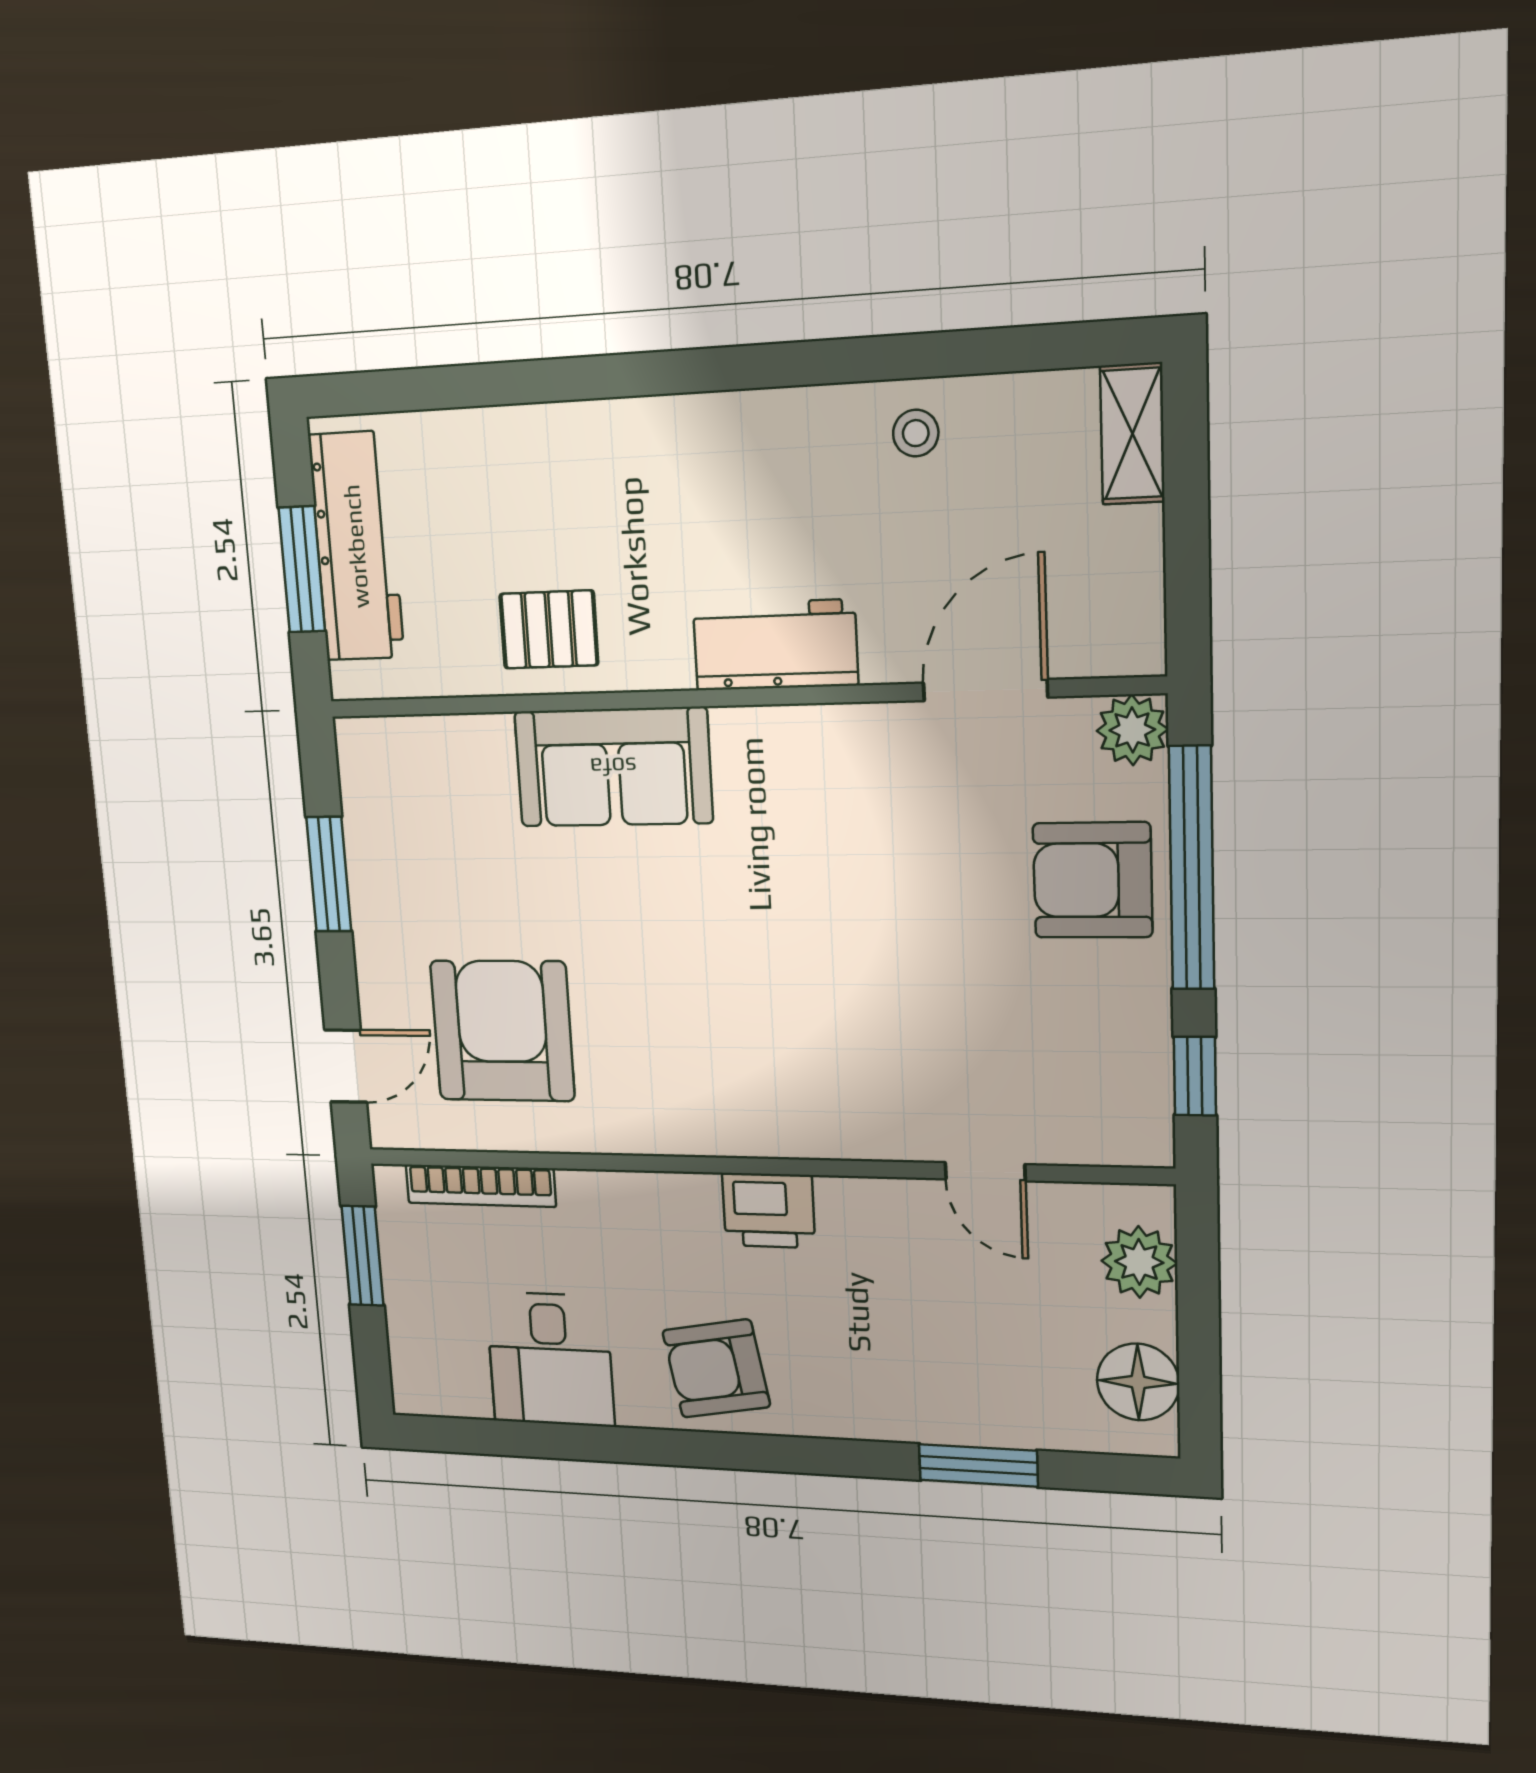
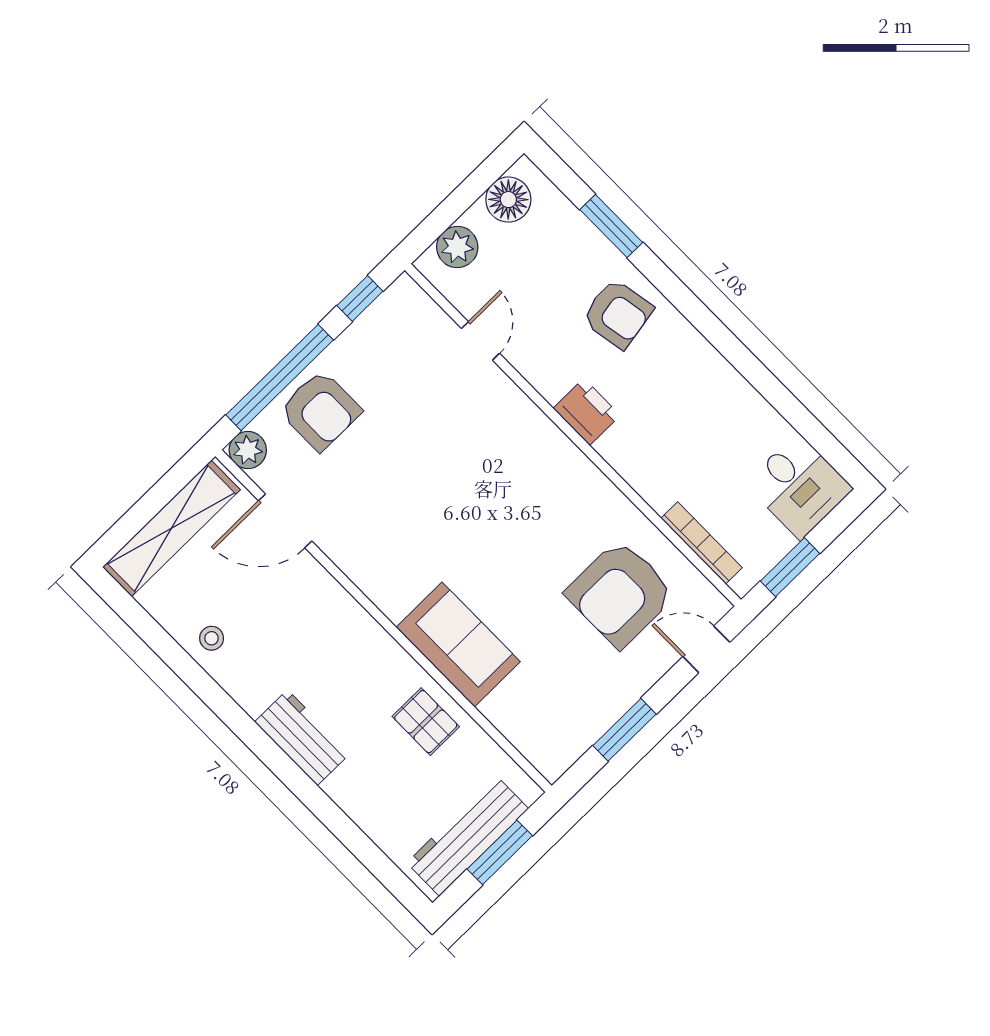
shelving: (1132, 434) -> (171, 528), width x2.20, depth x1.33
workbench: (775, 645) -> (302, 738), moved, turned 180
desk: (550, 1359) -> (799, 486), moved, turned 90
armchair: (716, 1369) -> (618, 314), moved

